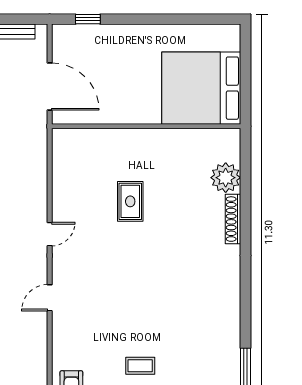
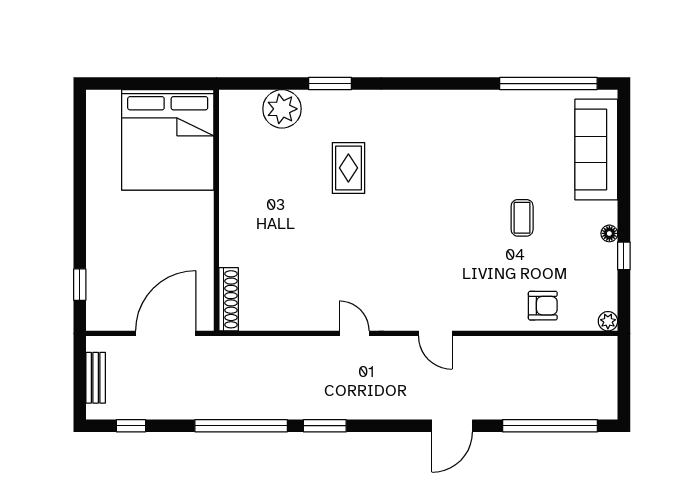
rug: (130, 201) -> (348, 168), moved, turned 90
window: (245, 215) -> (330, 84), added
shoe rack: (233, 219) -> (229, 299), moved, turned -90

